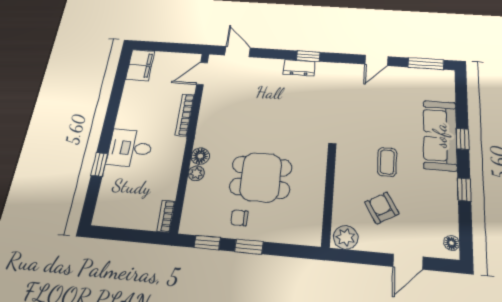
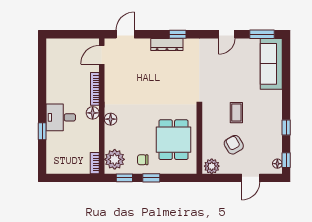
door: (238, 52) -> (125, 34), hinge flipped
filing cabinet: (140, 65) -> (55, 51), removed
dresser: (299, 68) -> (167, 45), width x1.44
sofa: (440, 135) -> (271, 64), moved
window: (463, 139) -> (286, 160), moved
floor lamp: (176, 146) -> (93, 113), added
plant: (196, 173) -> (115, 159), moved, width x1.88, depth x1.88
dining table: (261, 177) -> (173, 140), moved, turned 90

